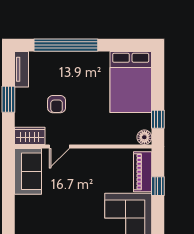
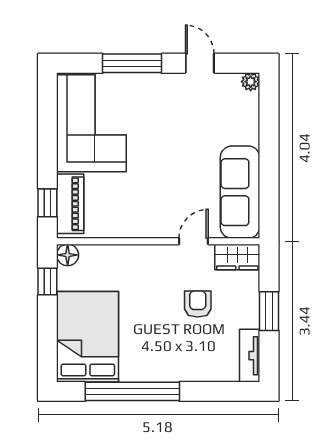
window: (66, 45) -> (132, 391), moved
sofa: (28, 171) -> (240, 192), width x1.36
window: (158, 186) -> (47, 203), moved

